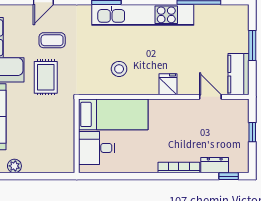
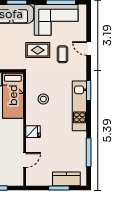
kitchen unit: (143, 15) -> (79, 106), width x0.73
kitchen counter: (239, 74) -> (66, 179), moved

